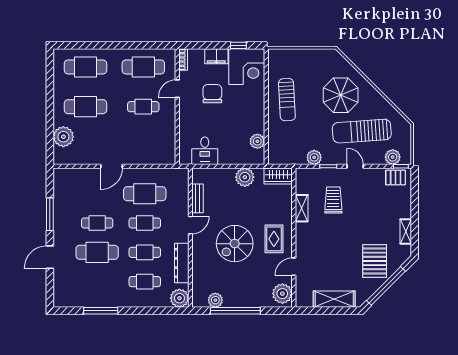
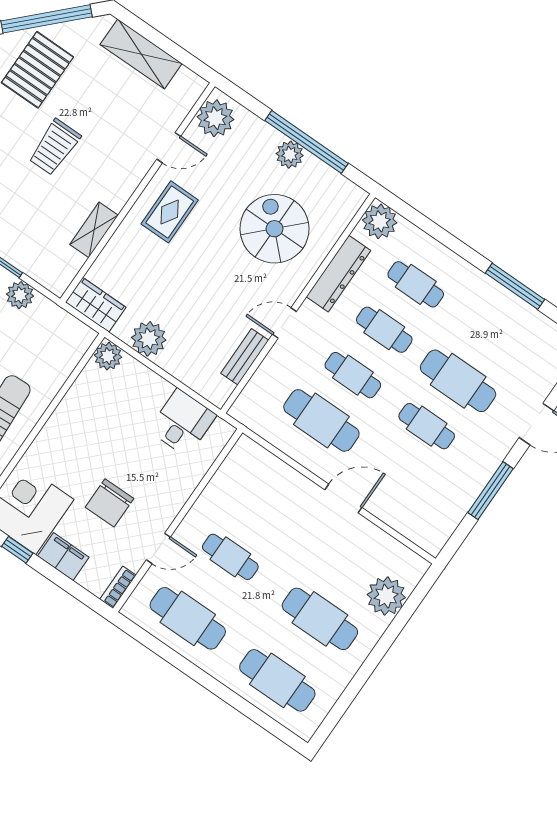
plant: (257, 141) -> (108, 356), moved
trolley: (333, 200) -> (55, 147), moved
spiral stairs: (235, 244) -> (274, 229), moved, turned -90
plant: (215, 300) -> (290, 155), moved

